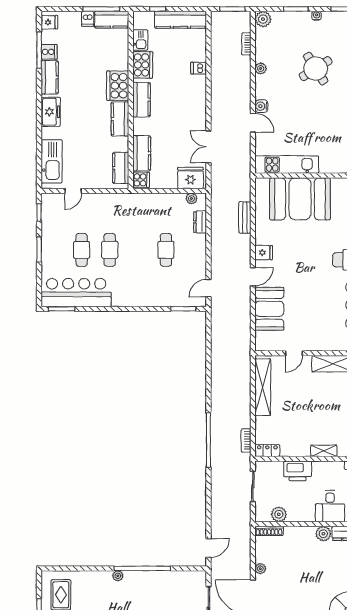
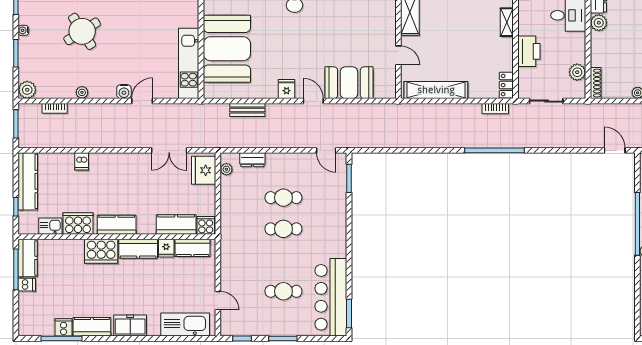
fridge: (49, 22) -> (166, 248), moved, turned 180
cafe table: (110, 250) -> (283, 229), moved

